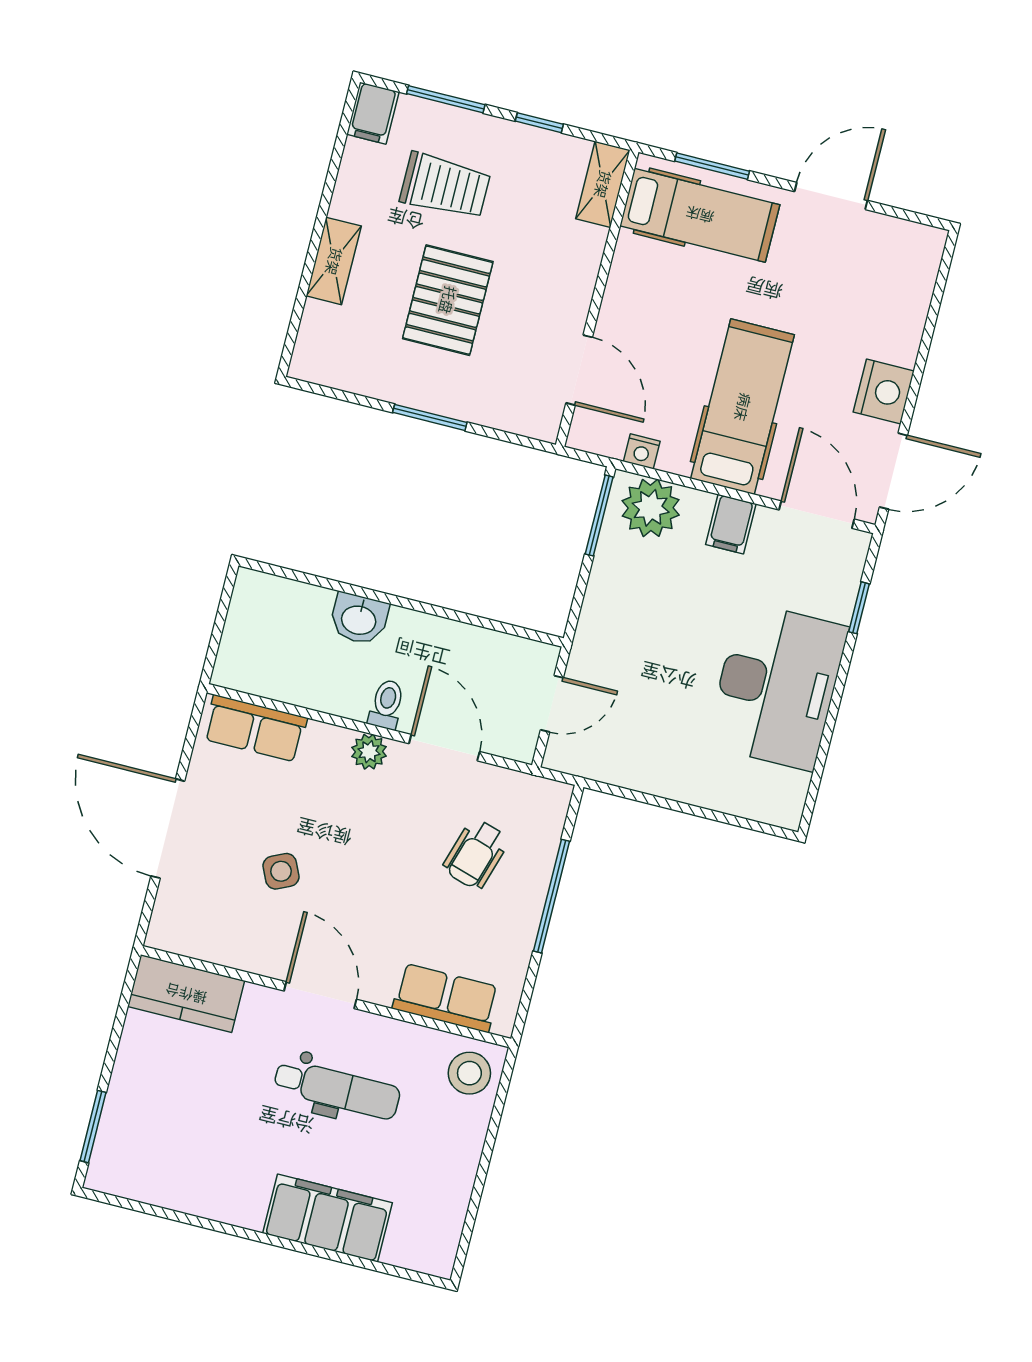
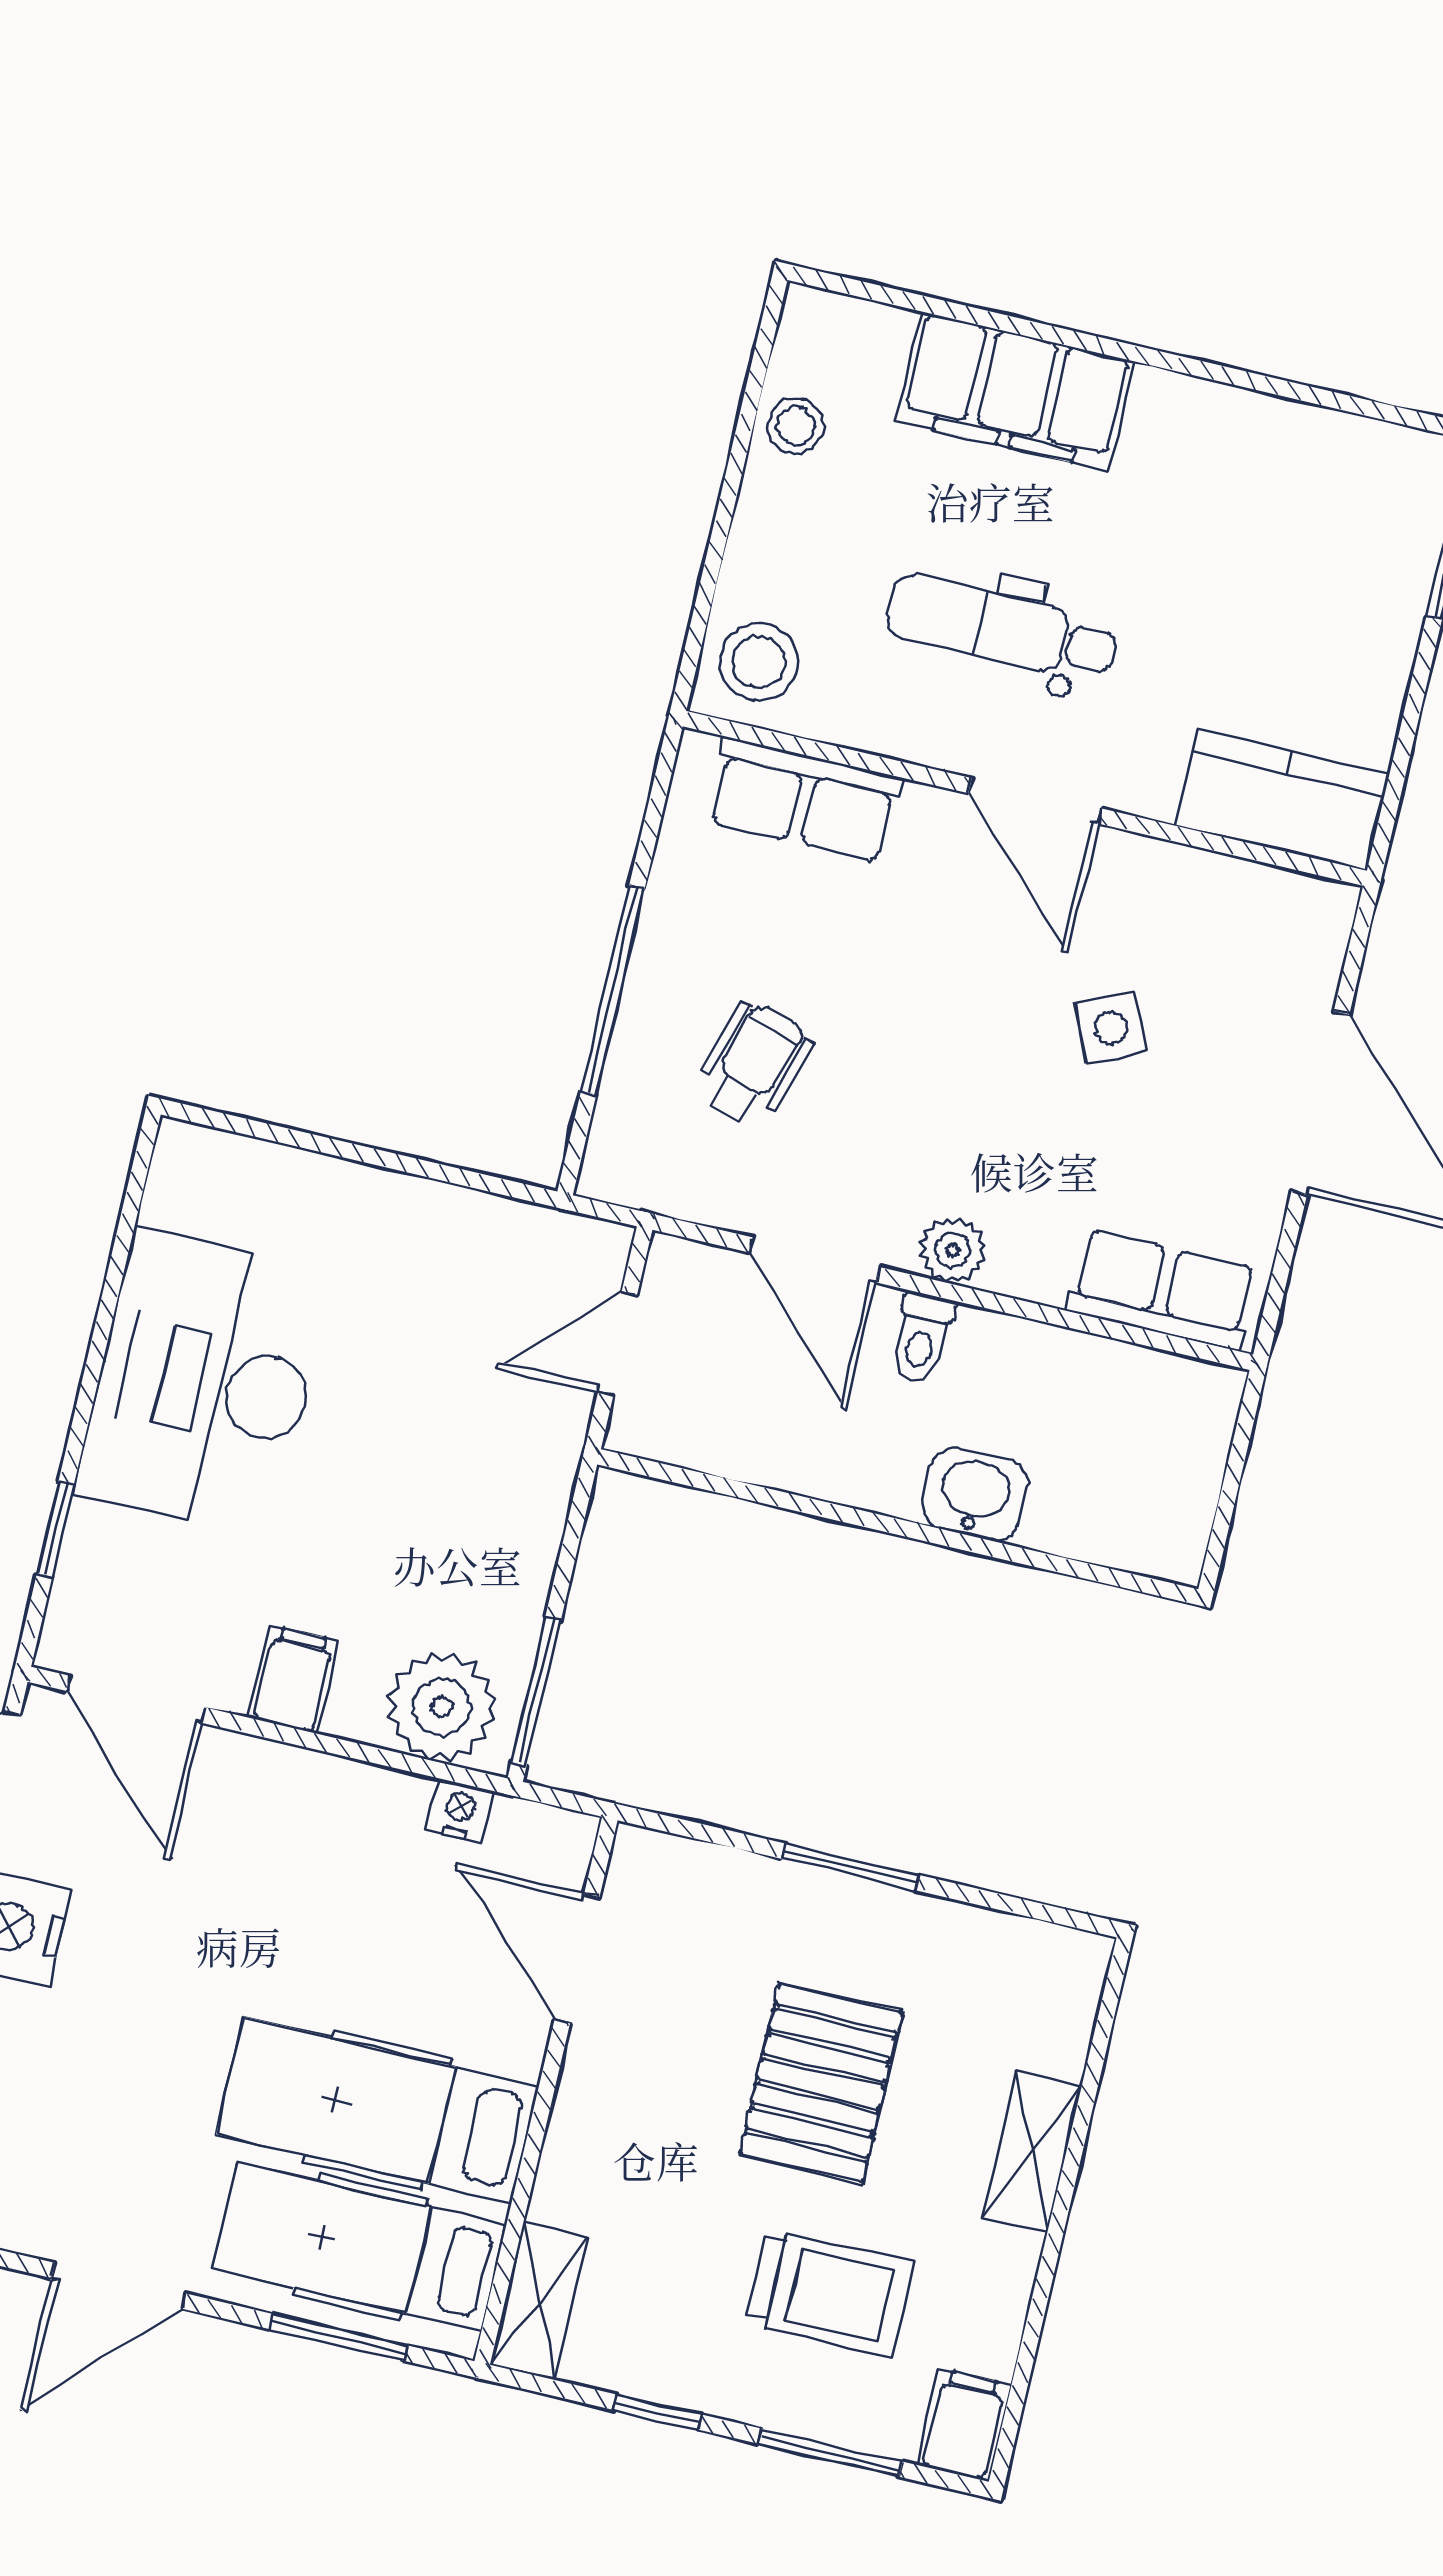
trolley: (445, 186) -> (829, 2293), turned 180
hospital bed: (743, 407) -> (378, 2110), moved, turned 90
stool: (447, 1201) -> (796, 426), added

